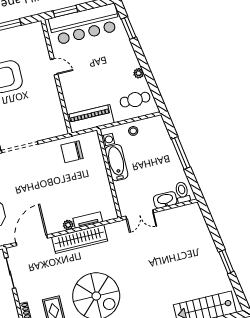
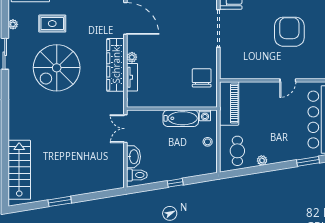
window: (181, 153) -> (175, 183), width x0.46

